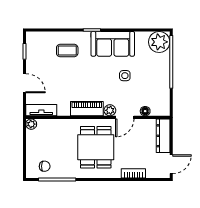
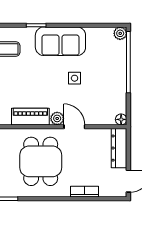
plant: (159, 42) -> (120, 33), width x0.53, depth x0.53
floor lamp: (145, 111) -> (121, 119), moved
door: (125, 117) -> (74, 127), swing flipped

